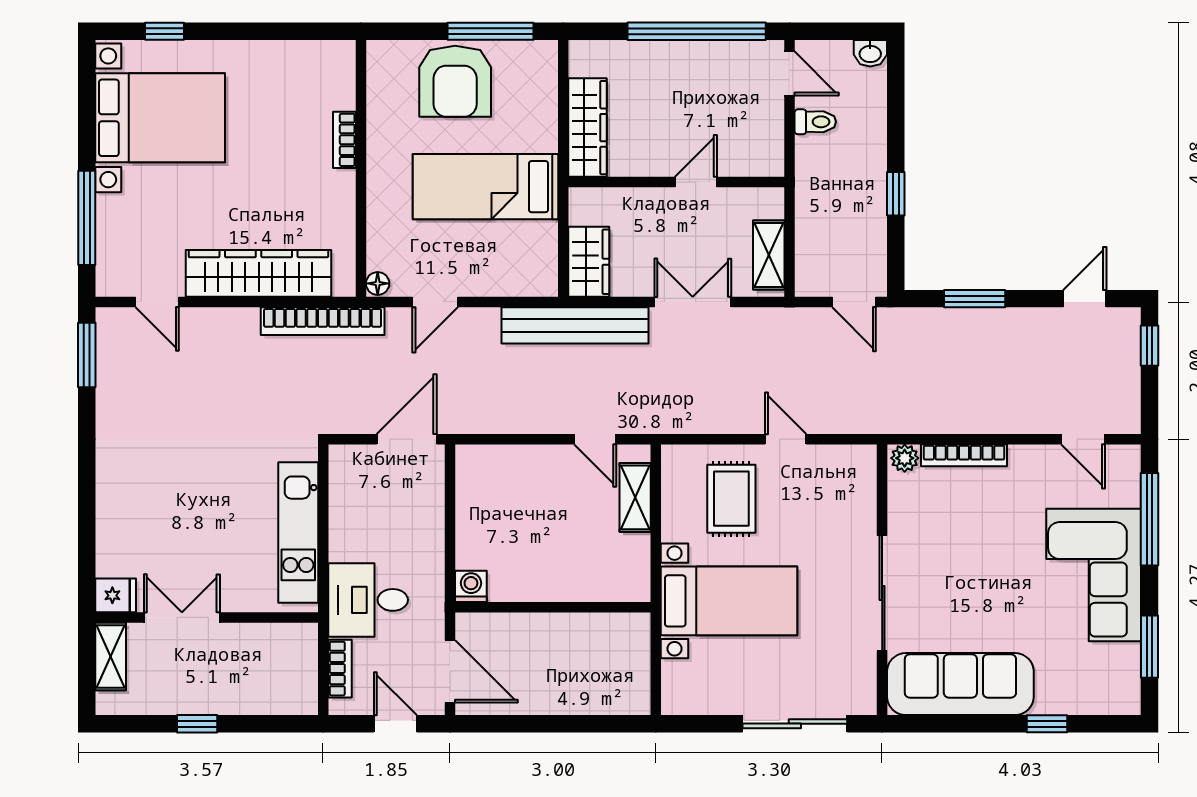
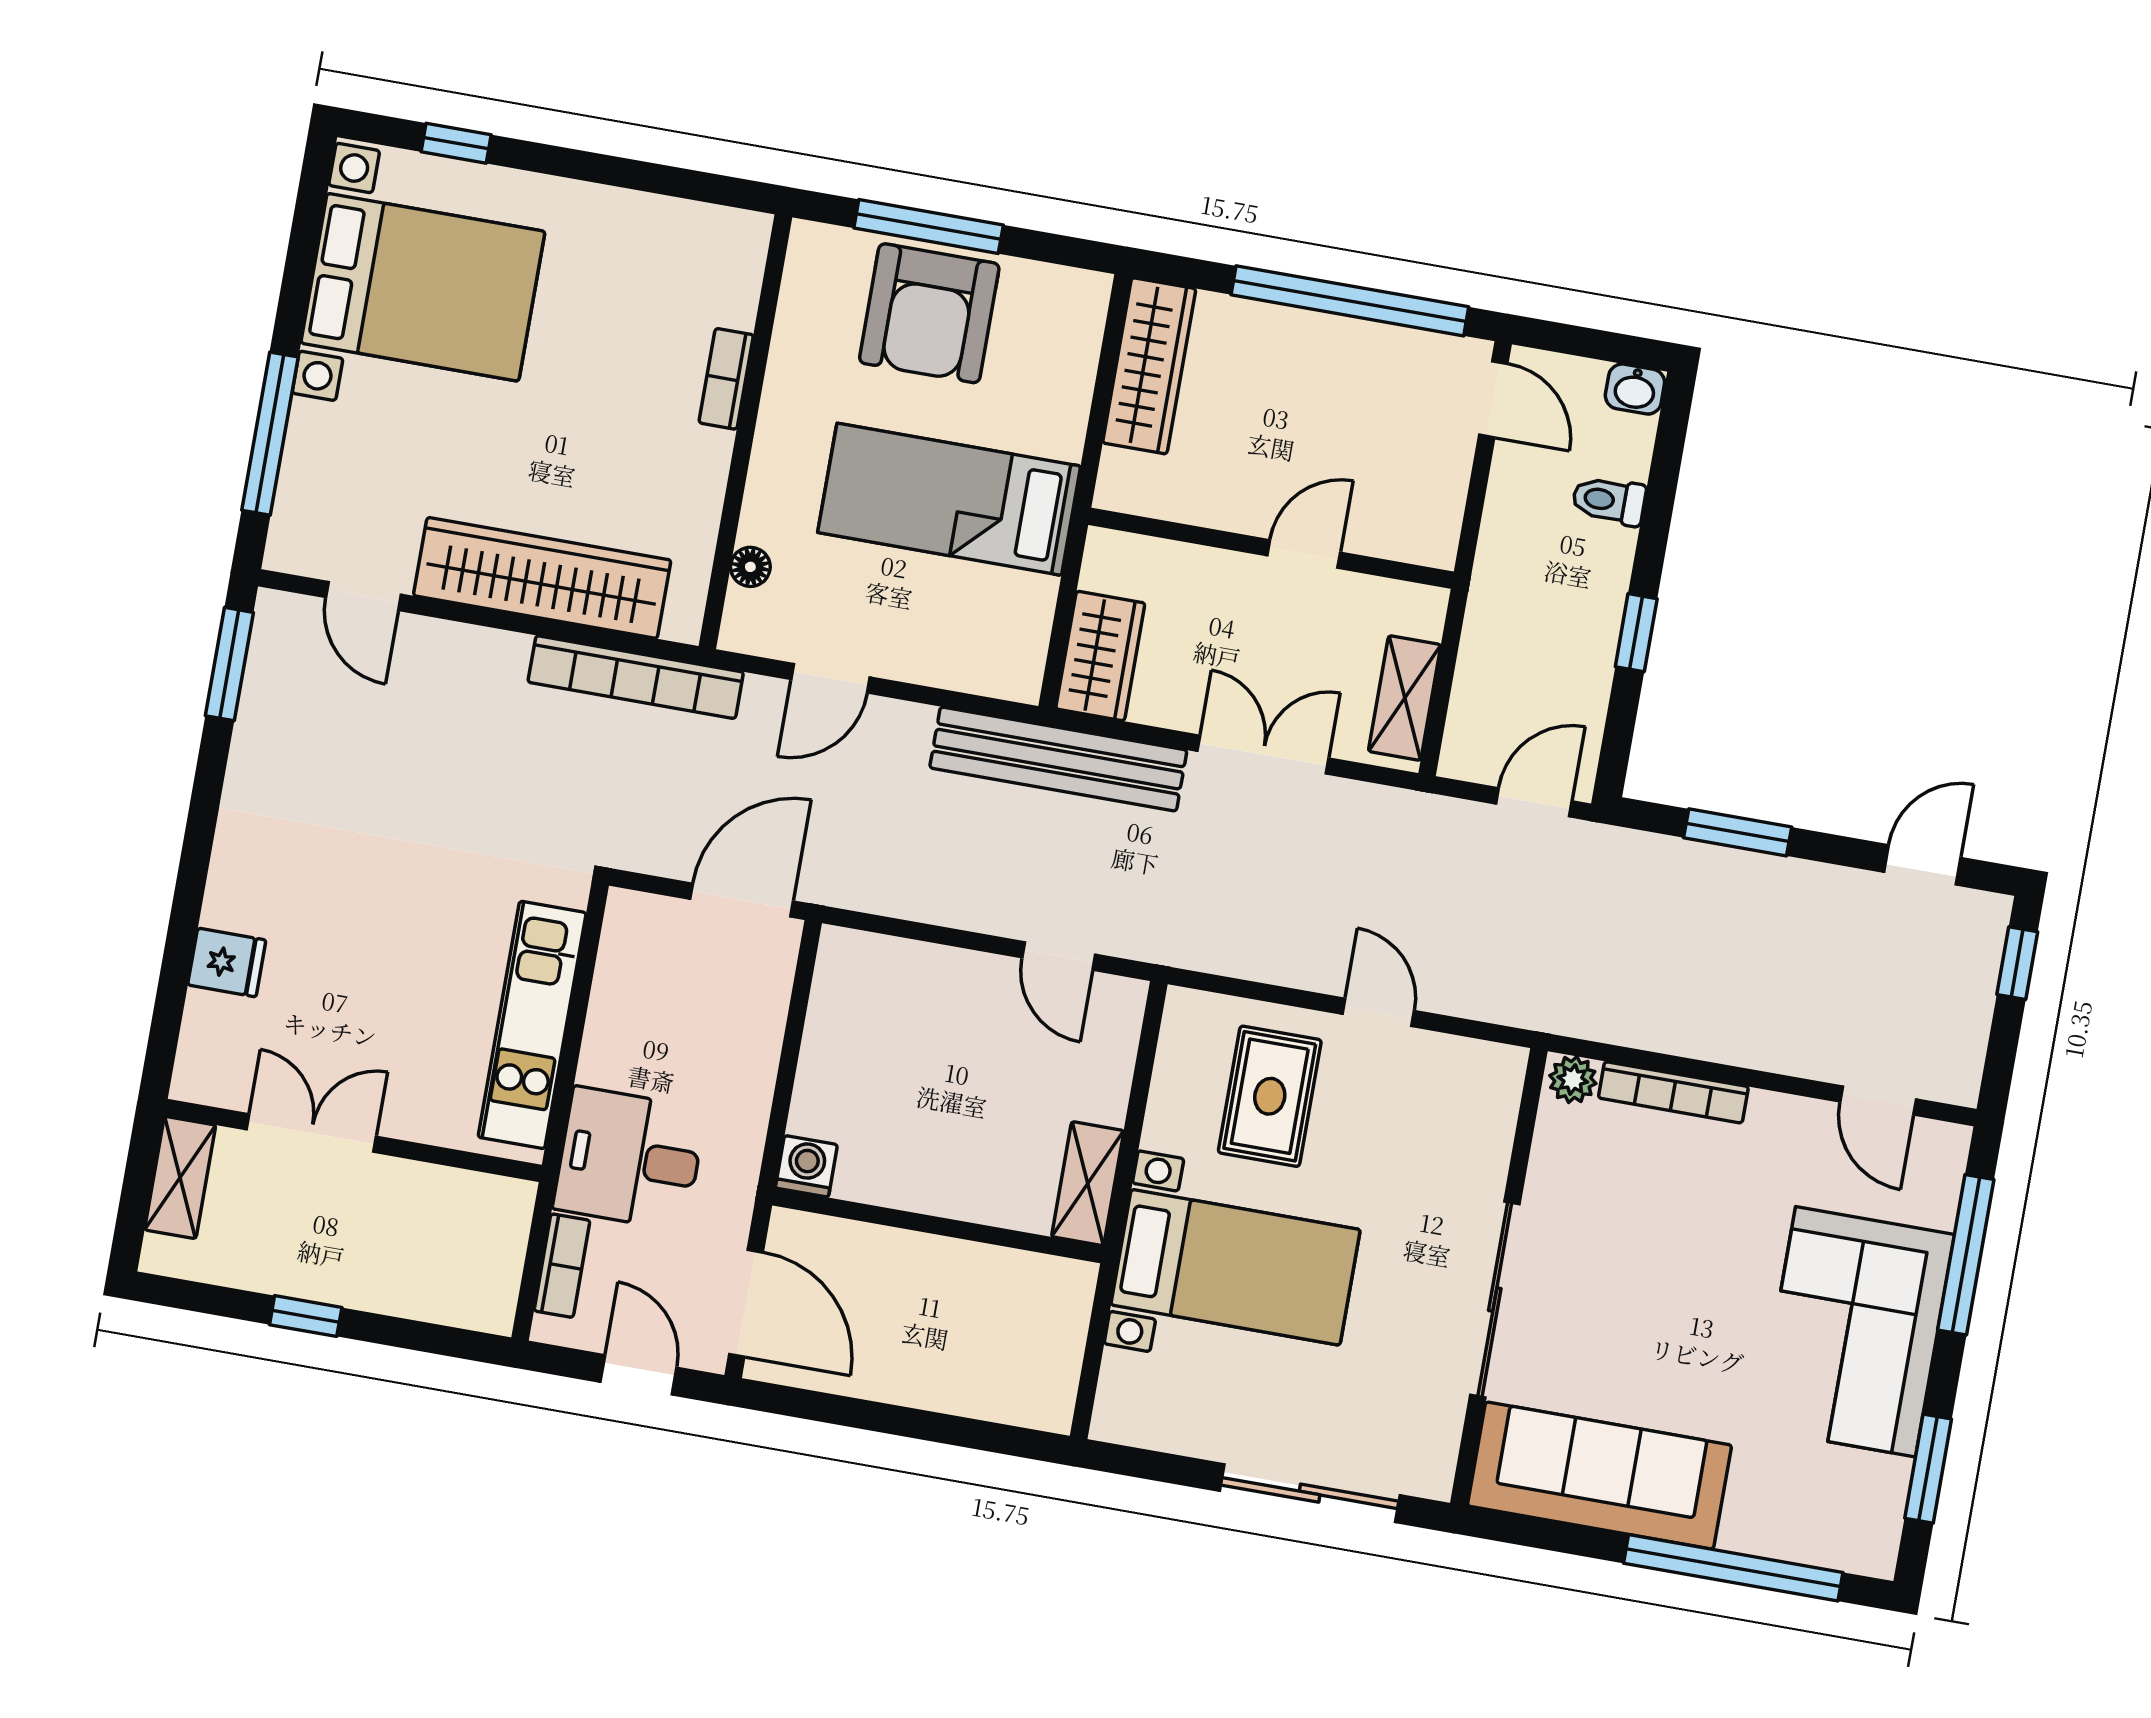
window: (491, 31) -> (929, 227), moved
toilet: (815, 122) -> (1609, 501), moved, turned 180
wardrobe: (587, 128) -> (1149, 366), moved
floor lamp: (378, 283) -> (750, 567), moved
door: (854, 302) -> (1534, 802), swing flipped
shelving: (635, 497) -> (1088, 1184), moved
fridge: (116, 595) -> (227, 963), moved
window: (1047, 724) -> (1733, 1568), width x3.17

